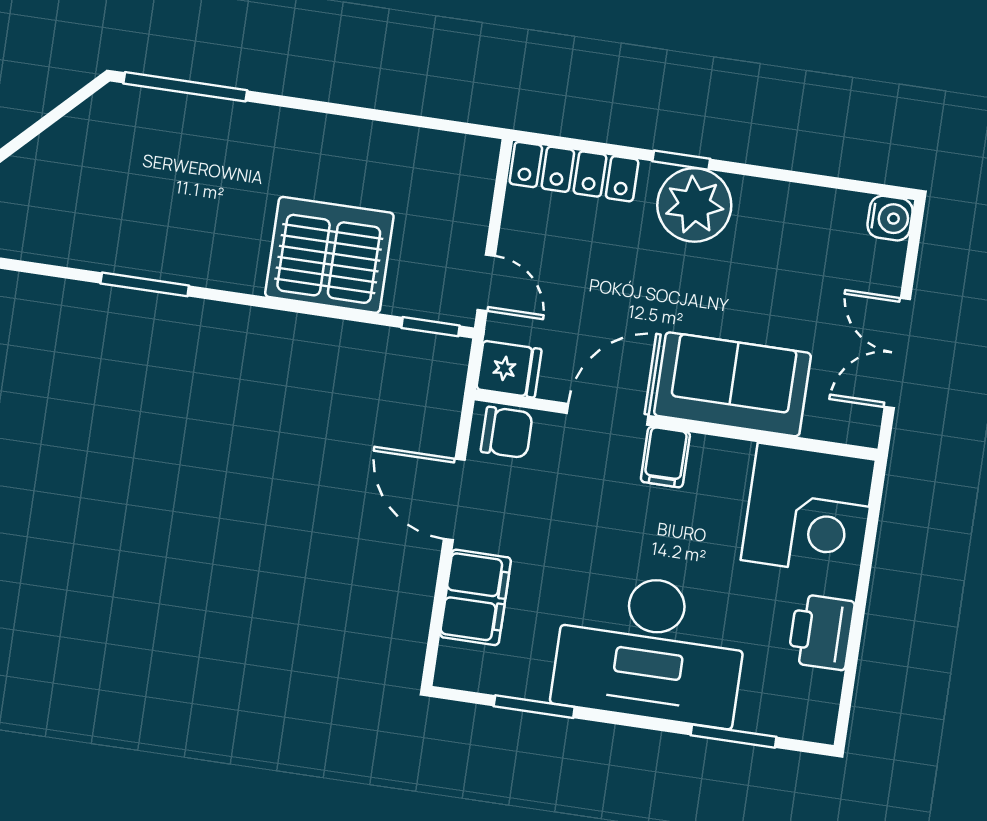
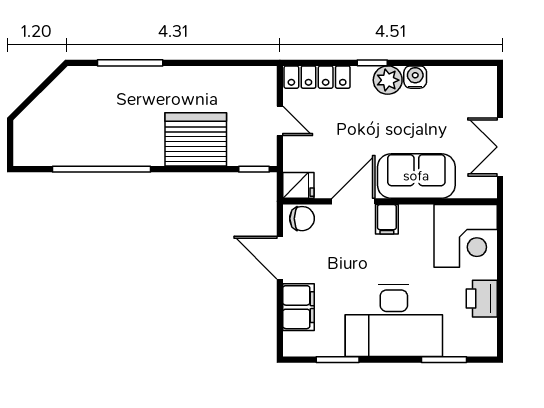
window: (185, 87) -> (130, 63), moved
plant: (694, 205) -> (388, 80), width x0.73, depth x0.73
water cooler: (890, 218) -> (415, 77), moved, turned -90
door: (486, 283) -> (280, 121), moved
window: (145, 284) -> (102, 169), width x2.11

